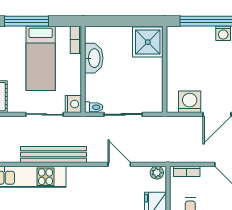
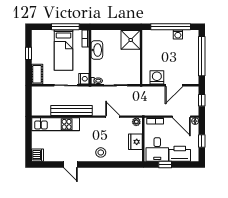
window: (26, 21) -> (65, 27), moved

